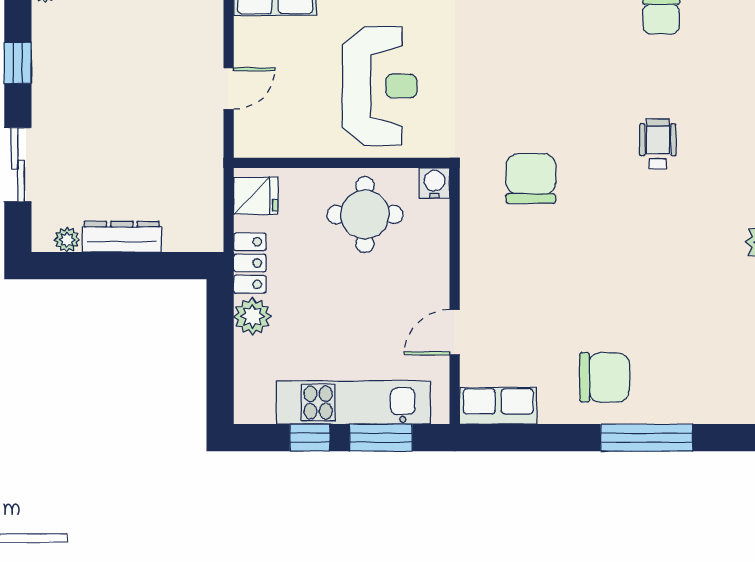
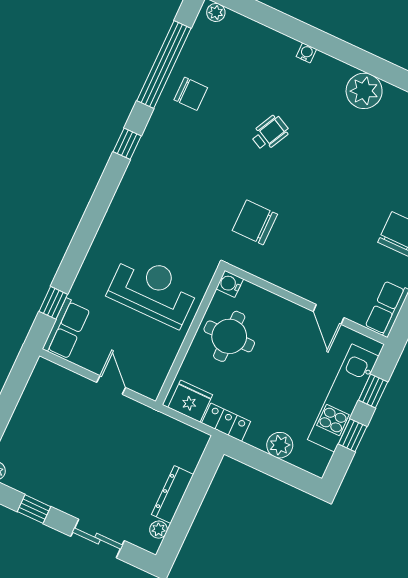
wheelchair: (658, 144) -> (270, 133), turned 117
fridge: (256, 196) -> (190, 401), width x1.38
plant: (252, 316) -> (280, 445), moved
window: (381, 438) -> (373, 391), width x0.67

